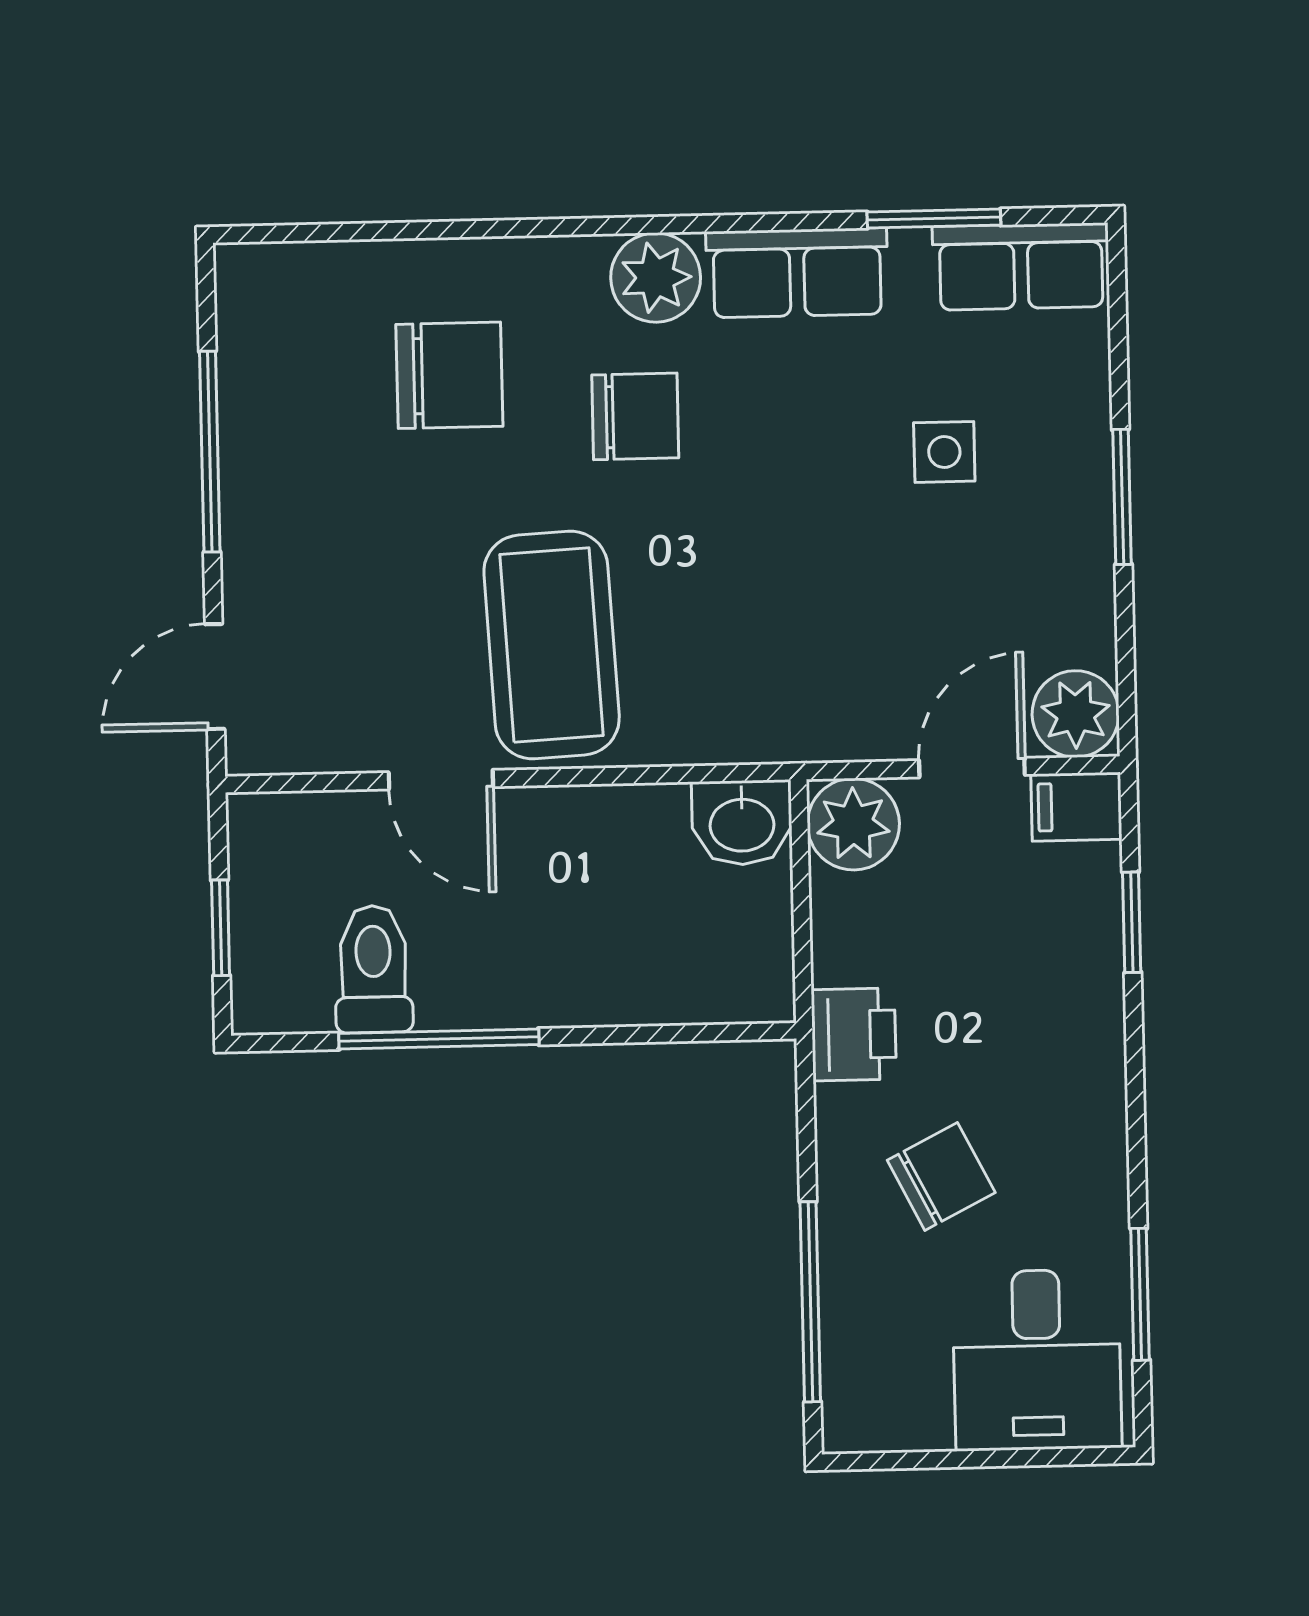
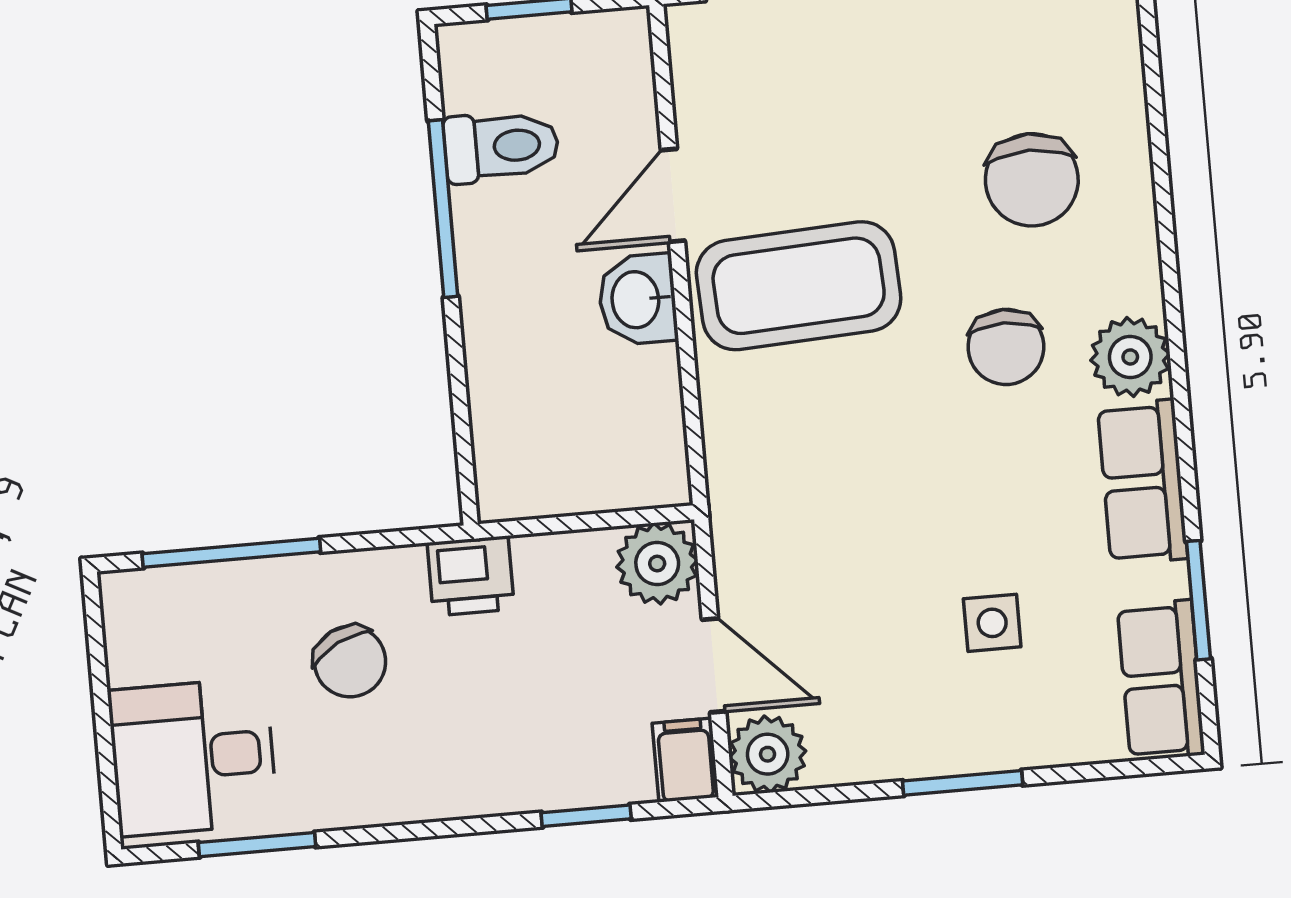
washbasin: (742, 823) -> (638, 299), moved

